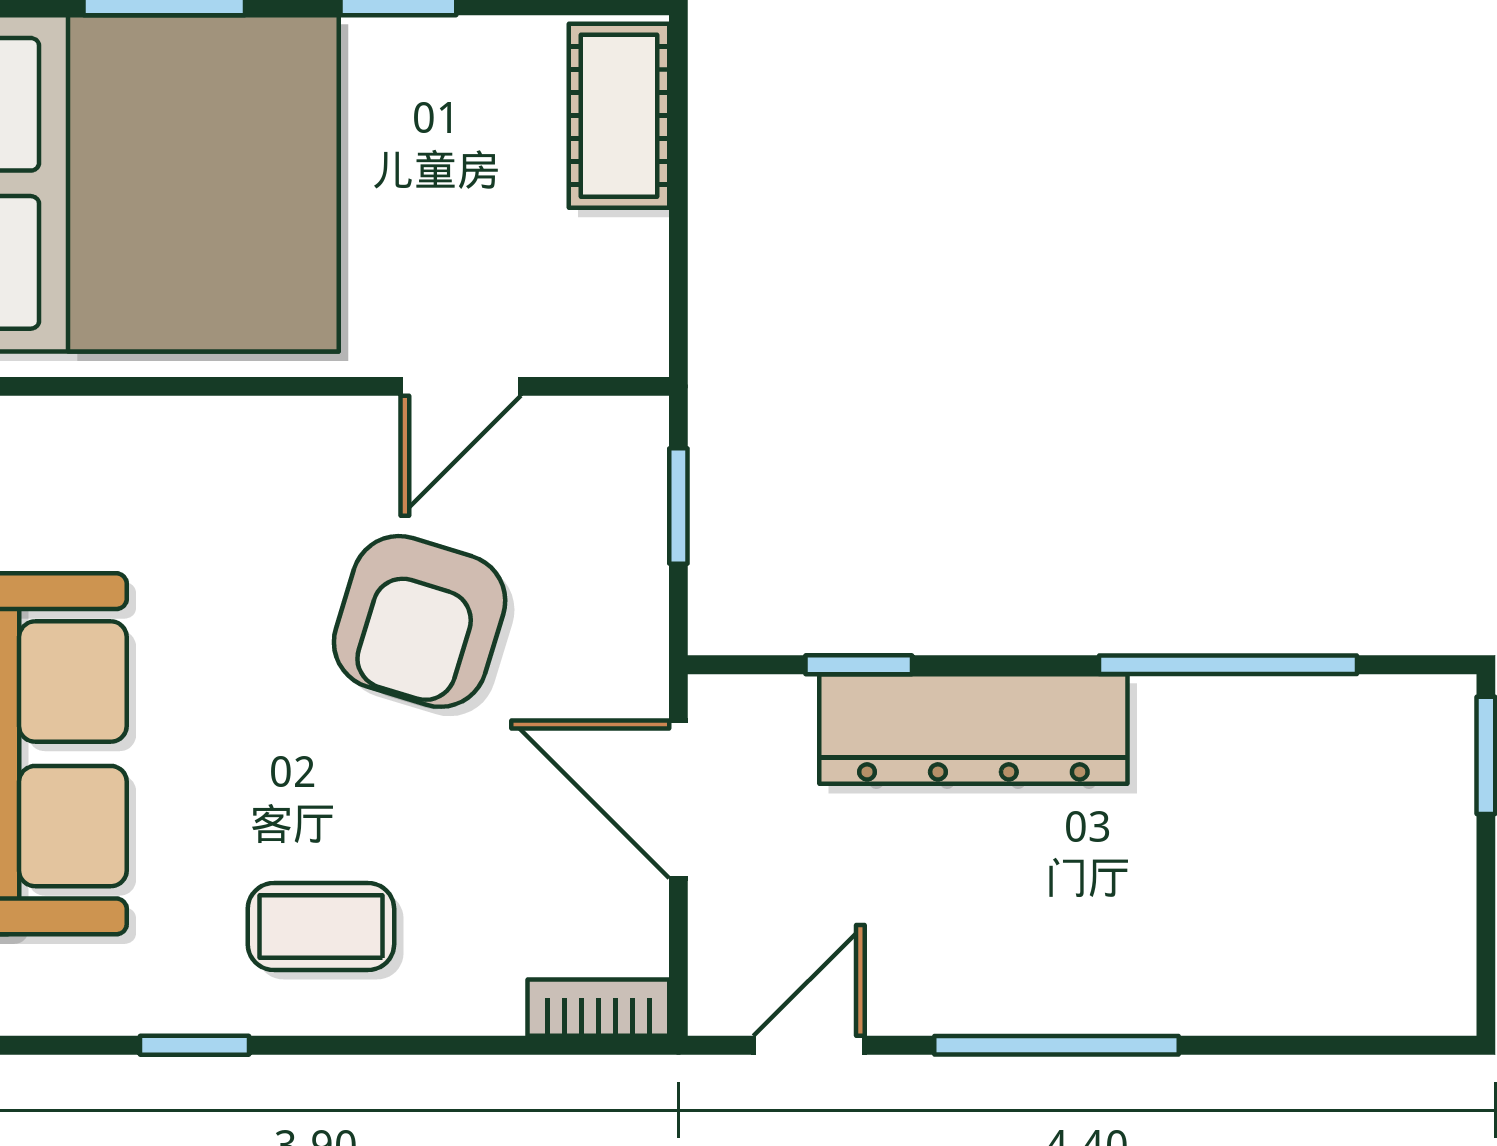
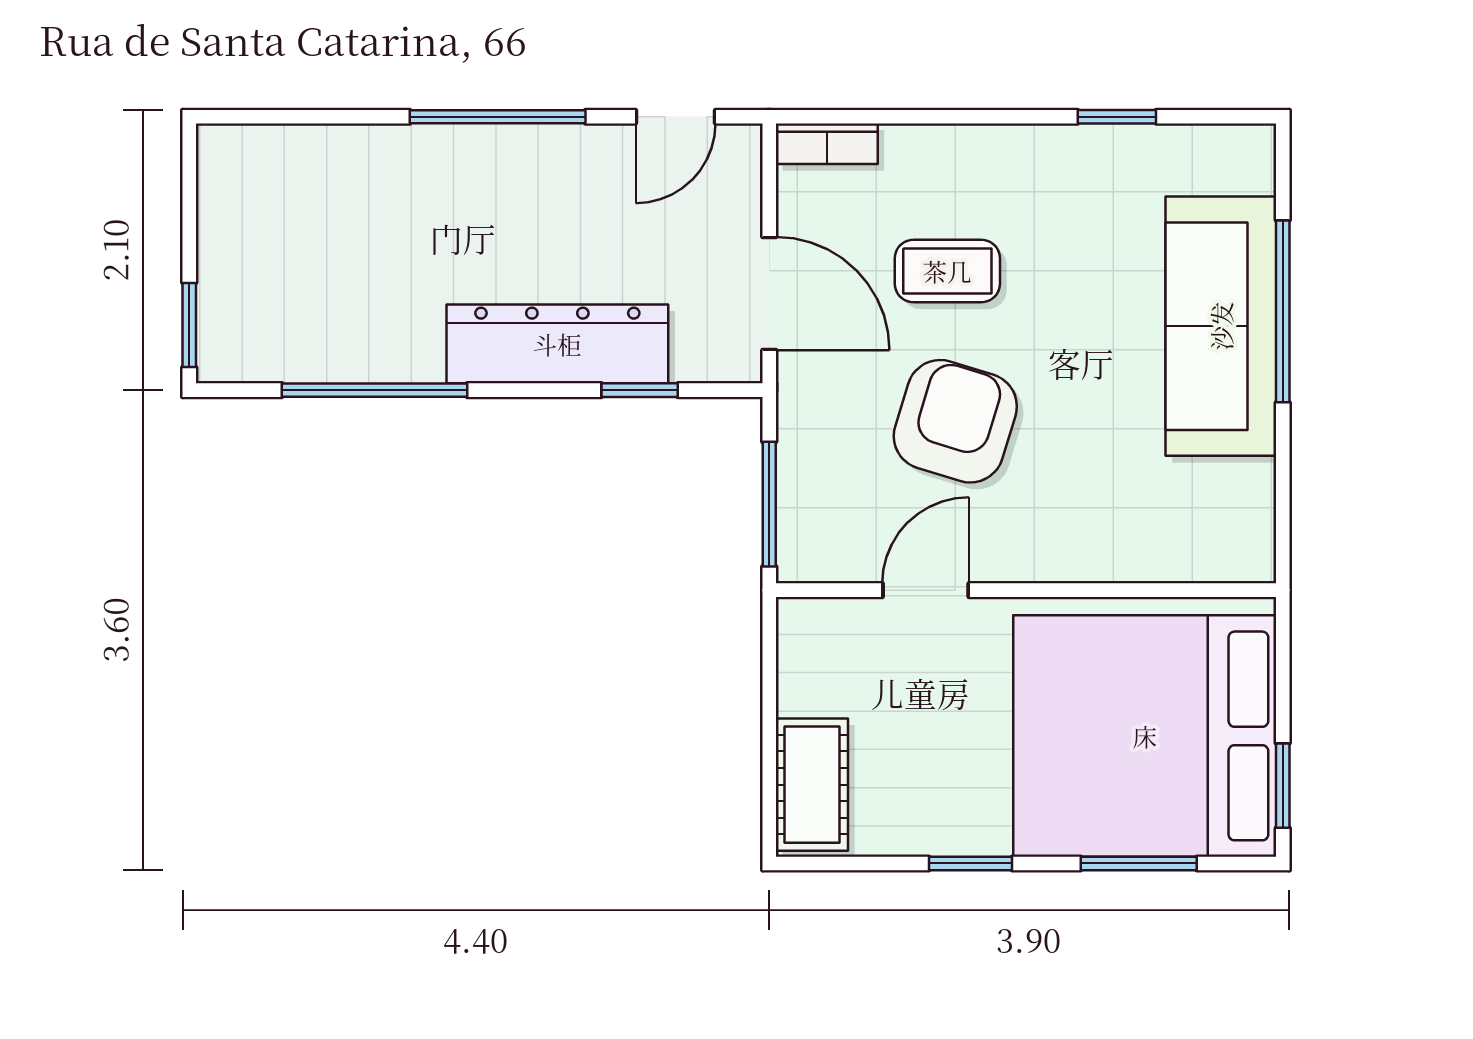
window: (678, 506) -> (769, 504), width x1.50
coffee table: (321, 927) -> (947, 271), moved

